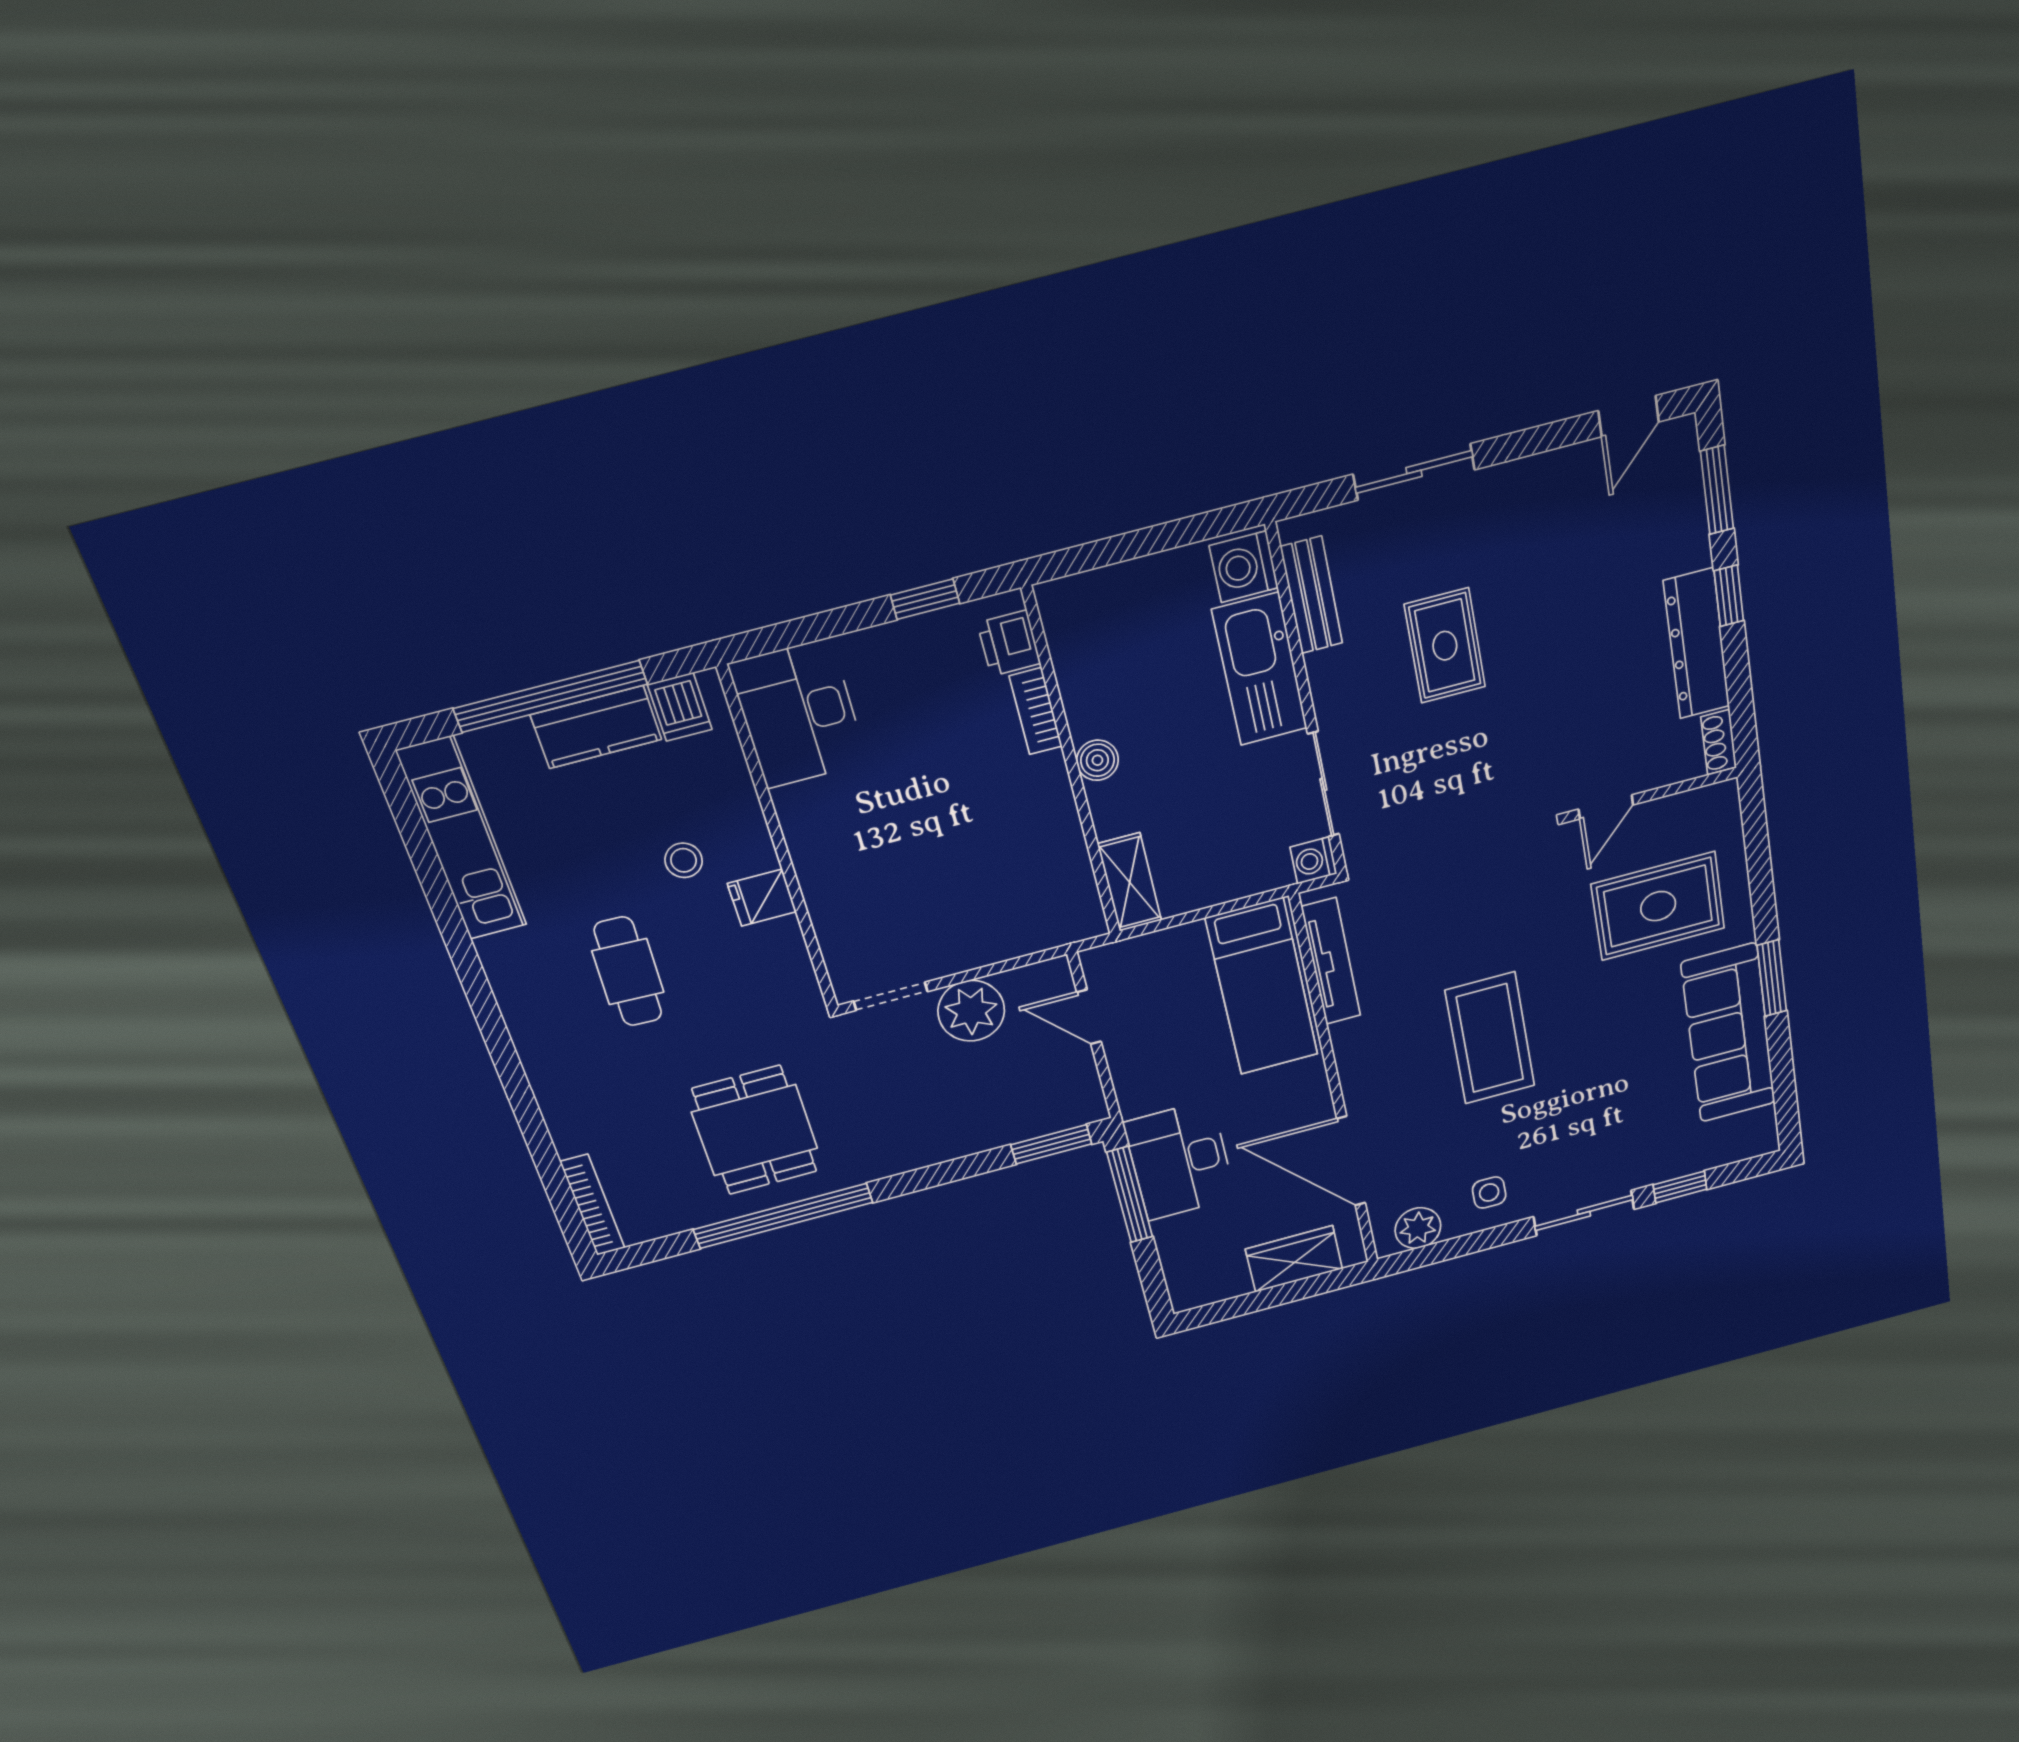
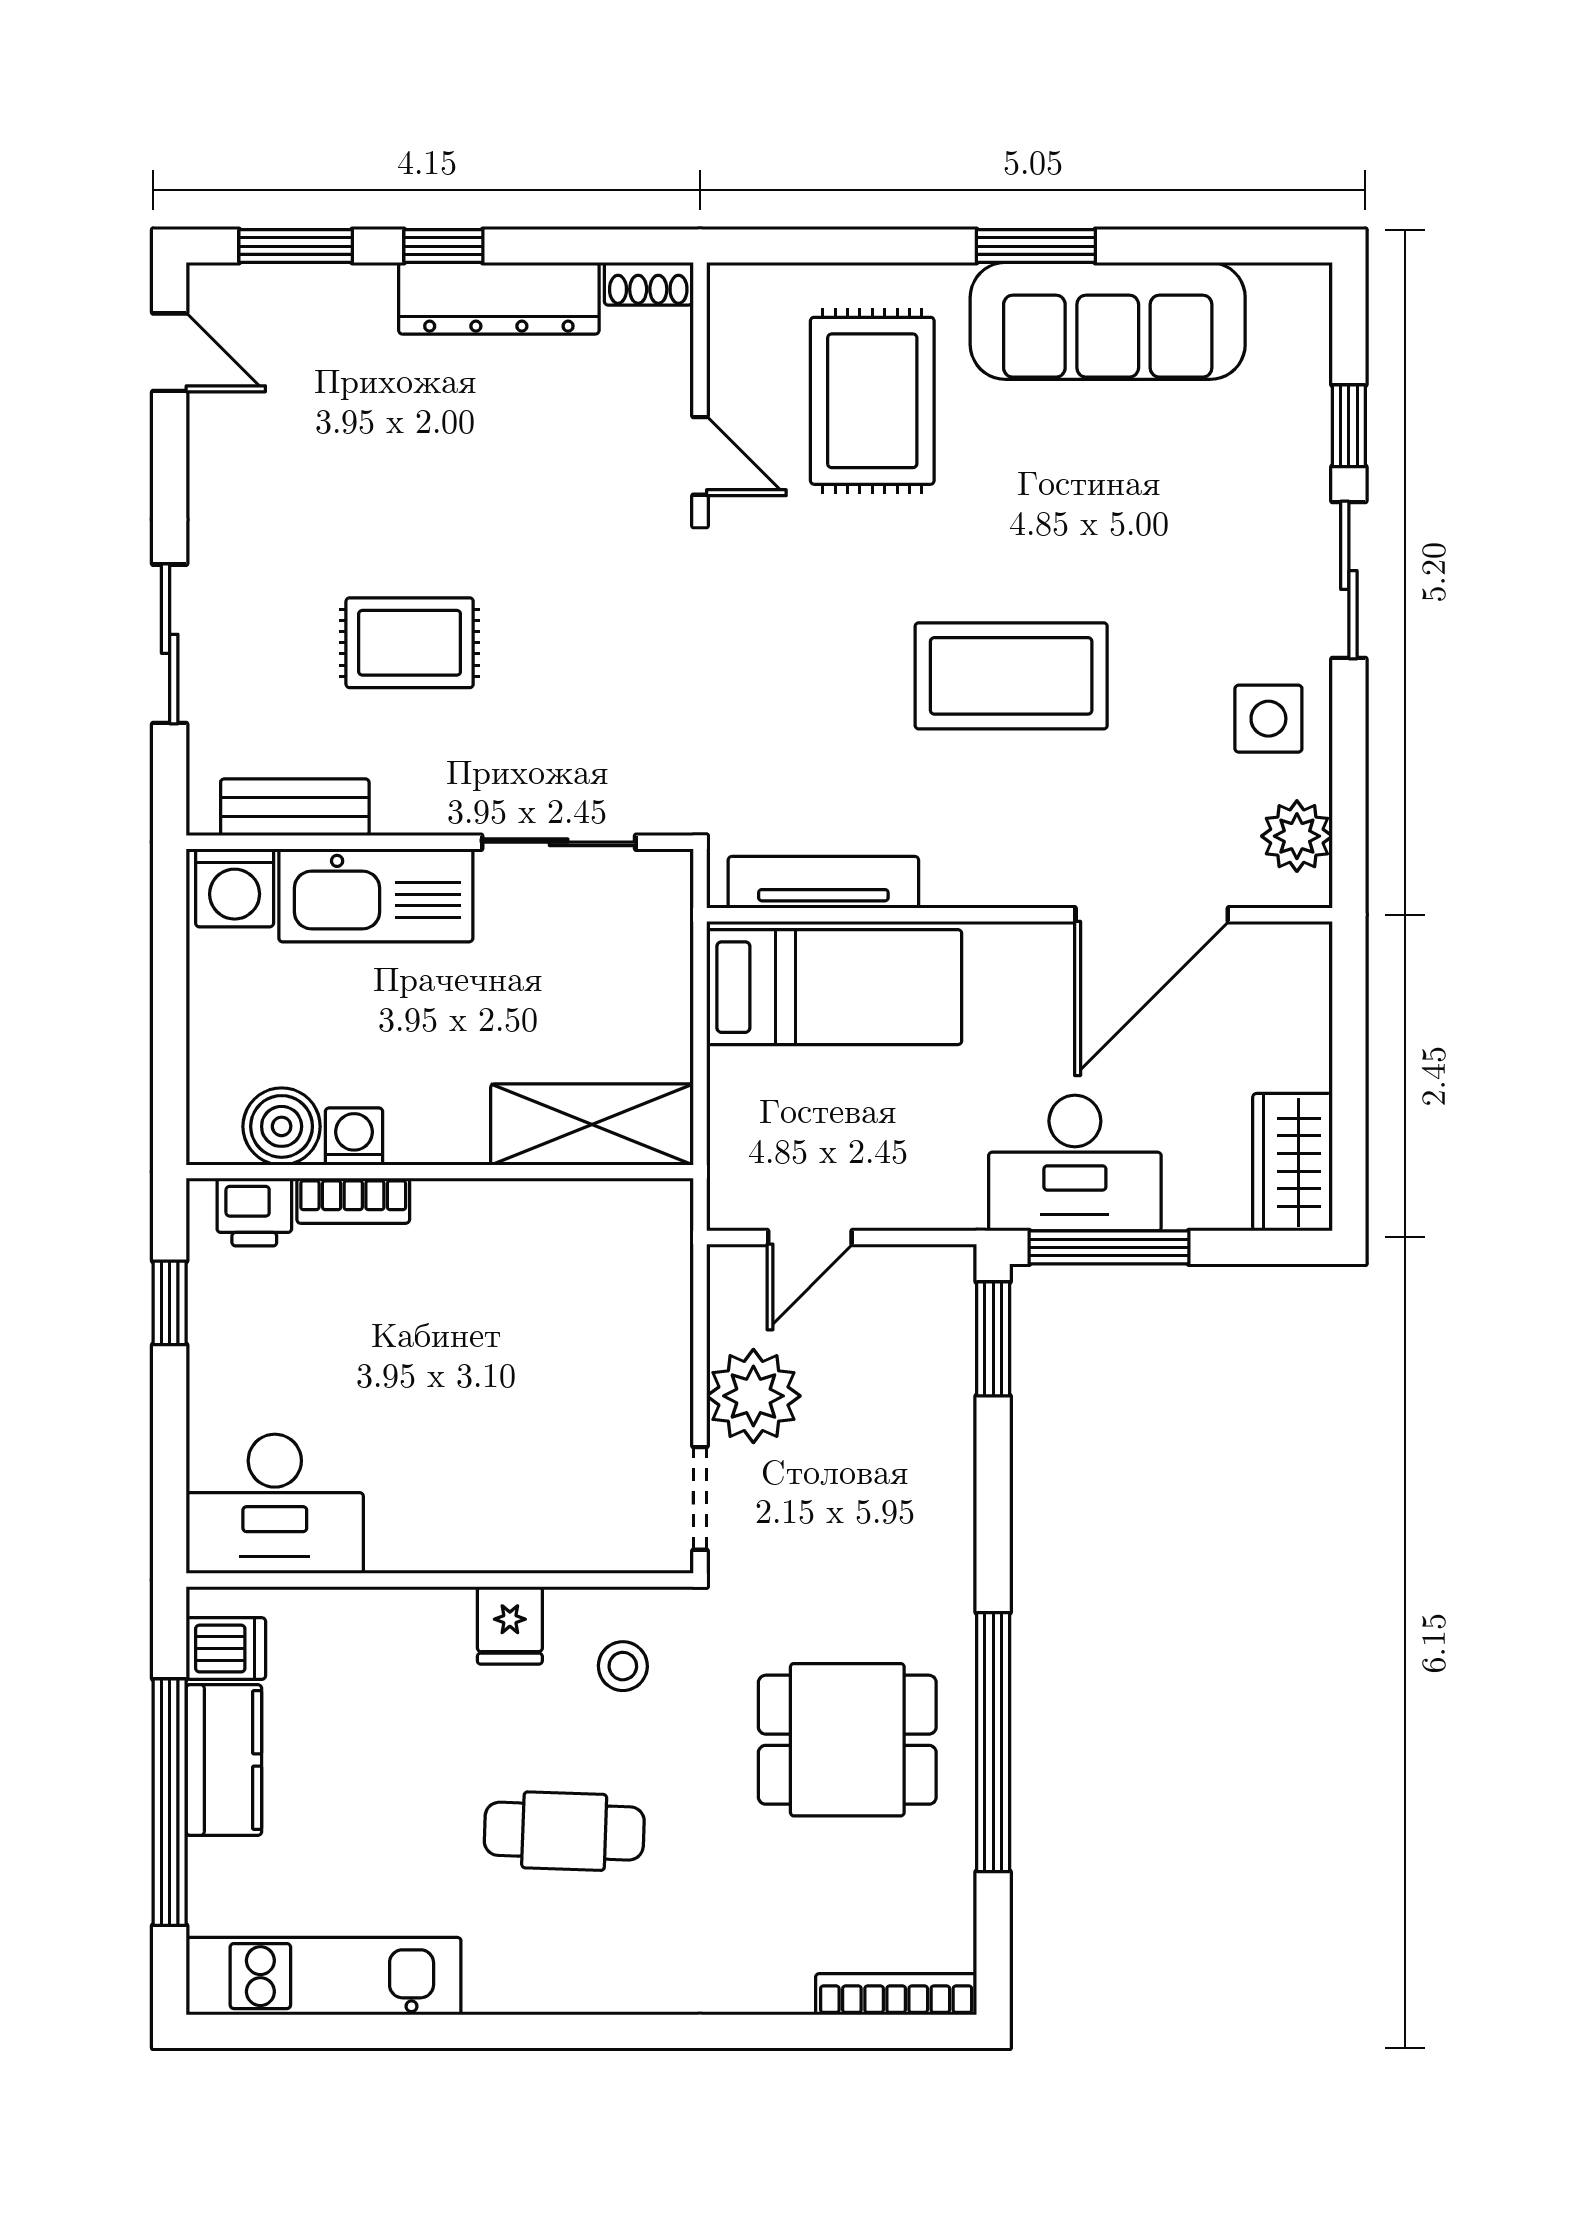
boiler: (1097, 760) -> (282, 1126), moved, width x1.36, depth x1.36
stool: (684, 860) -> (623, 1666), moved
washing machine: (1313, 860) -> (354, 1136), moved, turned 180
shelving: (1130, 882) -> (592, 1124), width x1.50, depth x1.33
side table: (1489, 1193) -> (1268, 719), width x1.37, depth x1.37
wardrobe: (1294, 1259) -> (1293, 1162), moved

